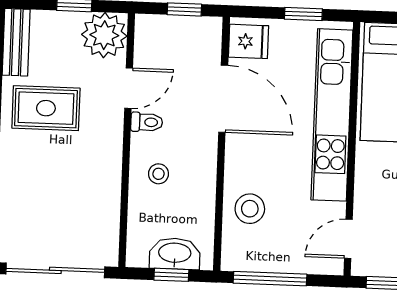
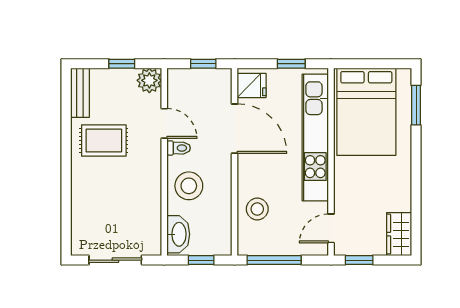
plant: (104, 35) -> (149, 80), width x0.73, depth x0.73
door: (129, 88) -> (164, 123), hinge flipped
stool: (158, 174) -> (189, 186), width x1.89, depth x1.89
washbasin: (175, 254) -> (178, 234), moved, turned 90
sliding door: (55, 270) -> (115, 260), width x0.73

